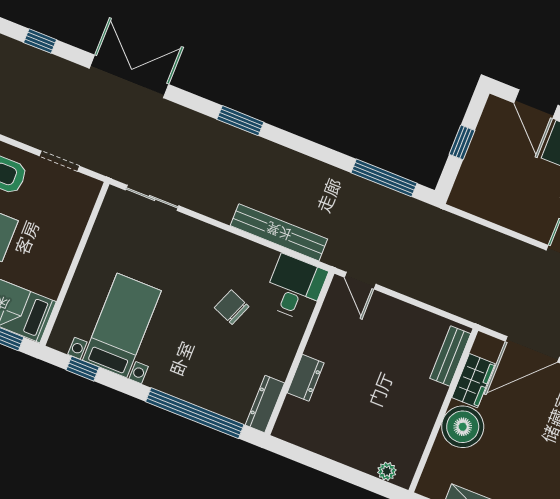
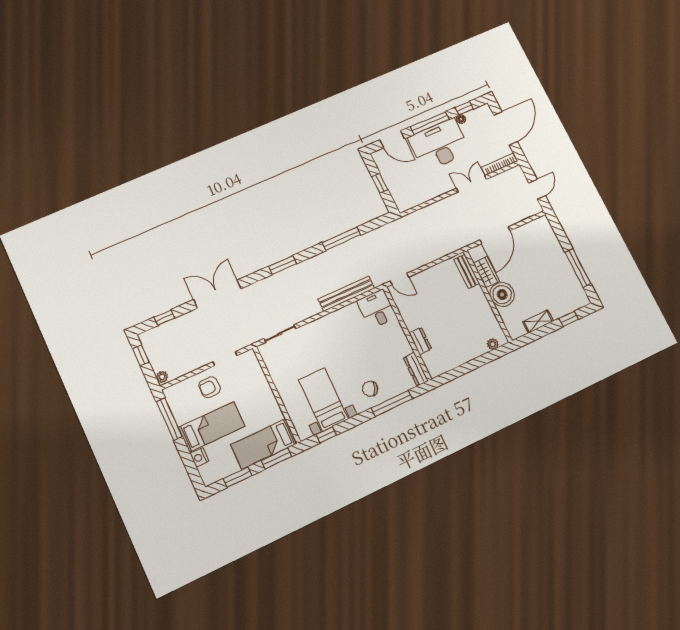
window: (384, 178) -> (341, 239), moved
chair: (232, 307) -> (370, 389), moved
window: (195, 413) -> (392, 403), width x0.68

